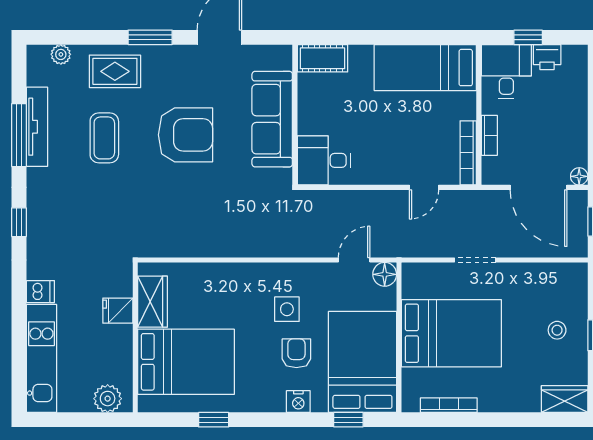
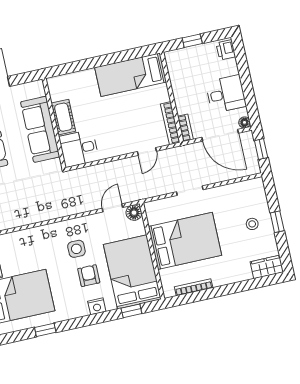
printer: (547, 57) -> (226, 50), moved, turned 90
cot: (323, 58) -> (63, 117), moved, turned 90
desk: (506, 72) -> (226, 94), moved, turned 90
bookcase: (489, 135) -> (185, 128), moved

